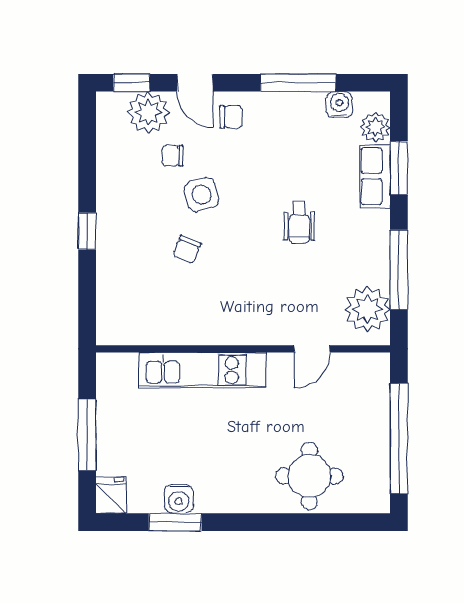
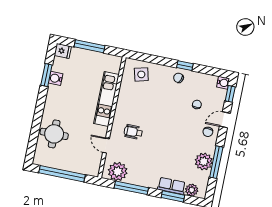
water cooler: (339, 105) -> (223, 83), moved
plant: (148, 113) -> (204, 161), moved
side table: (201, 195) -> (141, 74), moved
wheelchair: (299, 223) -> (133, 132), moved
window: (87, 231) -> (185, 66), moved
chair: (187, 250) -> (179, 78), moved

